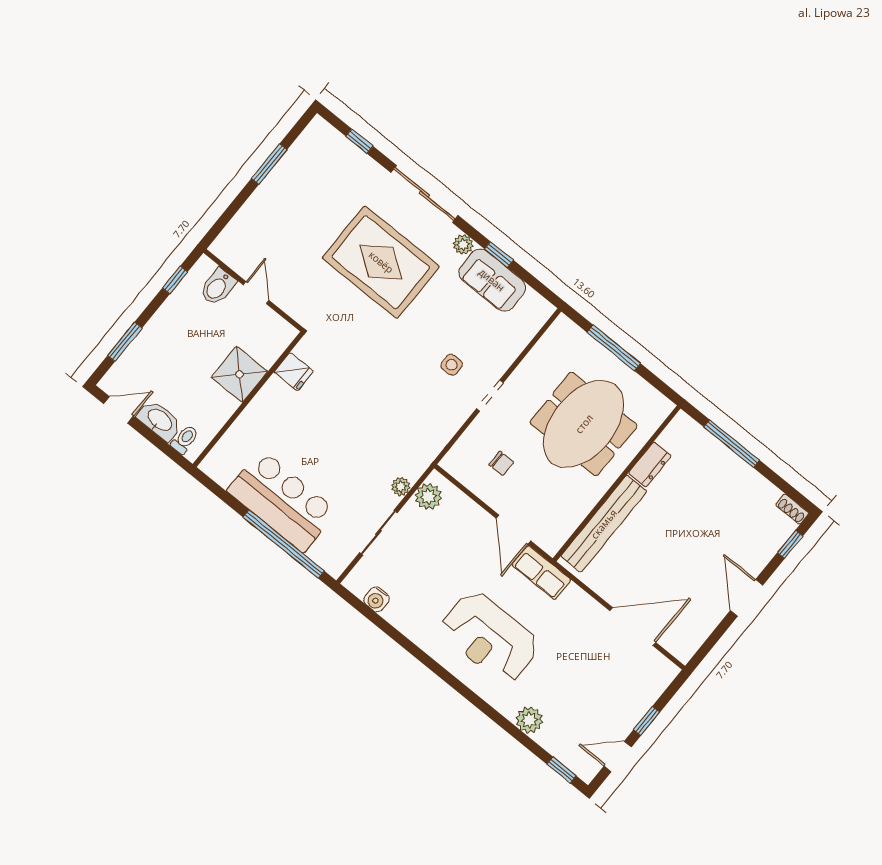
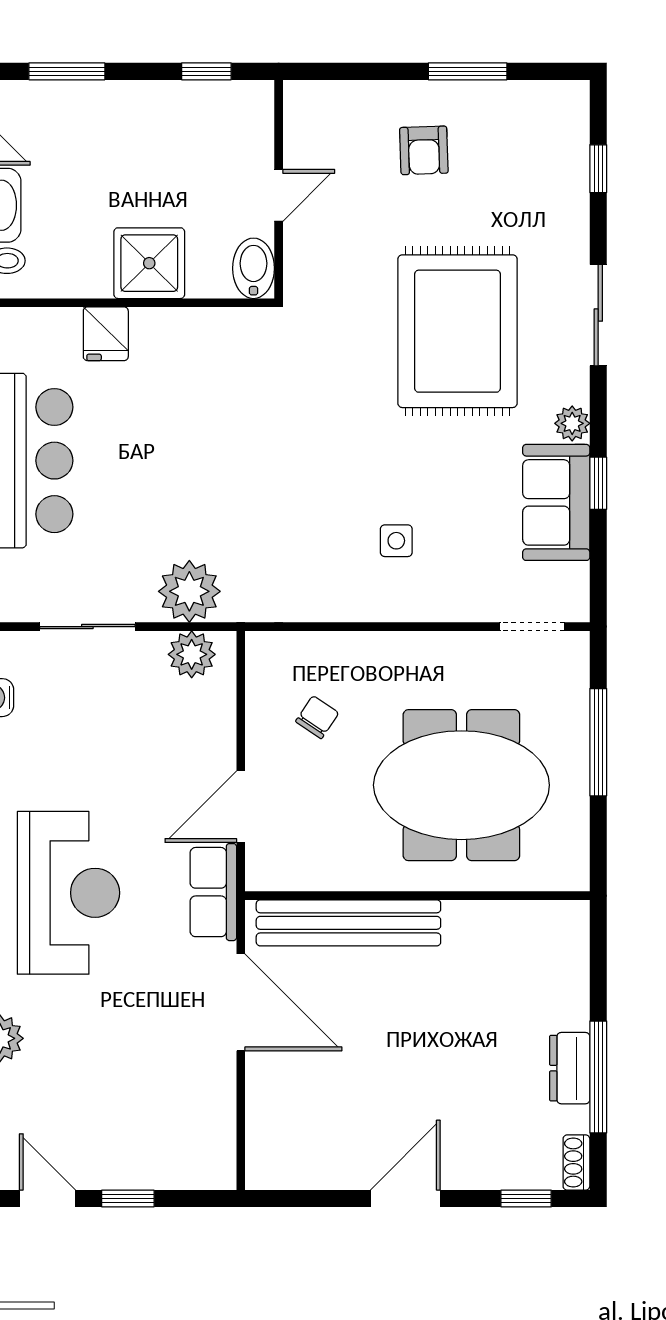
sliding door: (424, 194) -> (598, 315), width x0.73
armchair: (288, 212) -> (424, 150), added
bidet: (218, 287) -> (253, 268), moved, turned 90
fridge: (294, 372) -> (106, 334), moved
doorway: (490, 396) -> (532, 627), moved
window: (732, 444) -> (598, 1077), moved
chair: (501, 463) -> (317, 717), turned -146
dresser: (650, 464) -> (570, 1068), moved, turned 90
plant: (401, 486) -> (189, 591), width x1.87, depth x1.87
door: (633, 627) -> (241, 1002), moved
reception desk: (490, 637) -> (68, 893), turned 180

